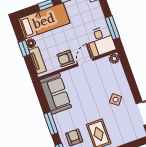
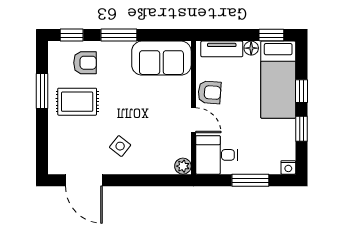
window: (112, 28) -> (250, 180), moved
window: (24, 48) -> (271, 35), moved
armchair: (66, 58) -> (209, 92), turned 94

